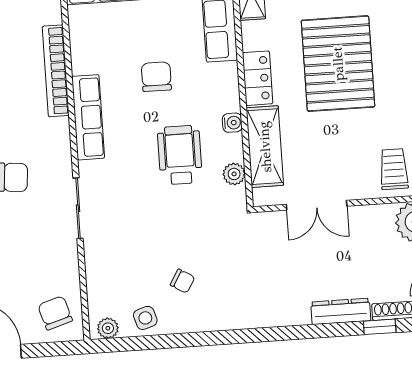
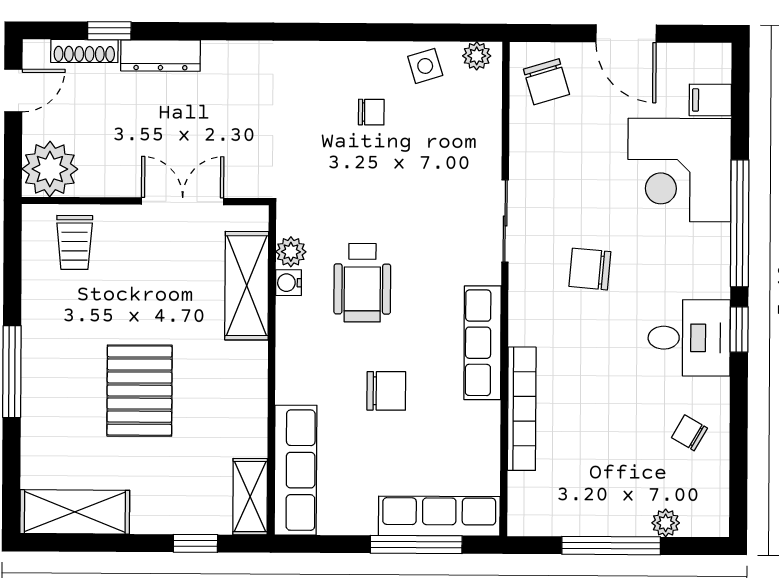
pallet: (338, 64) -> (140, 391), width x0.73, depth x0.71
chair: (156, 77) -> (386, 391), turned -90
locker: (258, 78) -> (250, 379), removed
water cooler: (232, 123) -> (288, 283), moved
chair: (182, 281) -> (371, 112), turned 149

